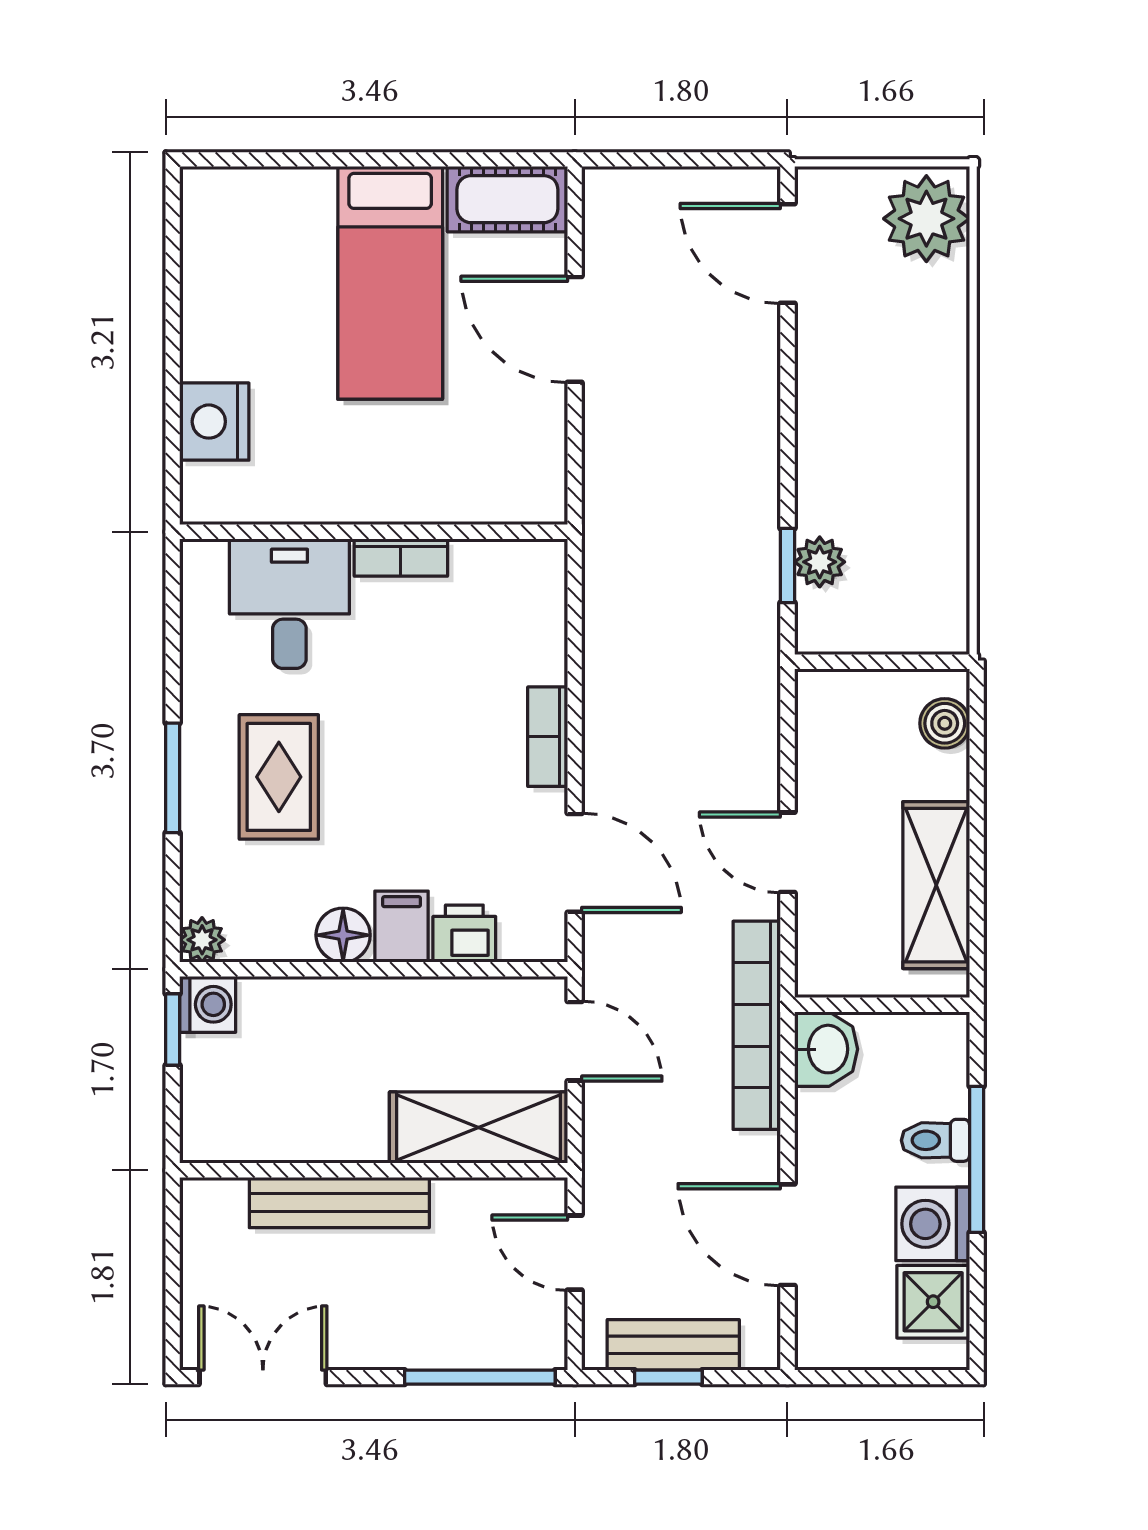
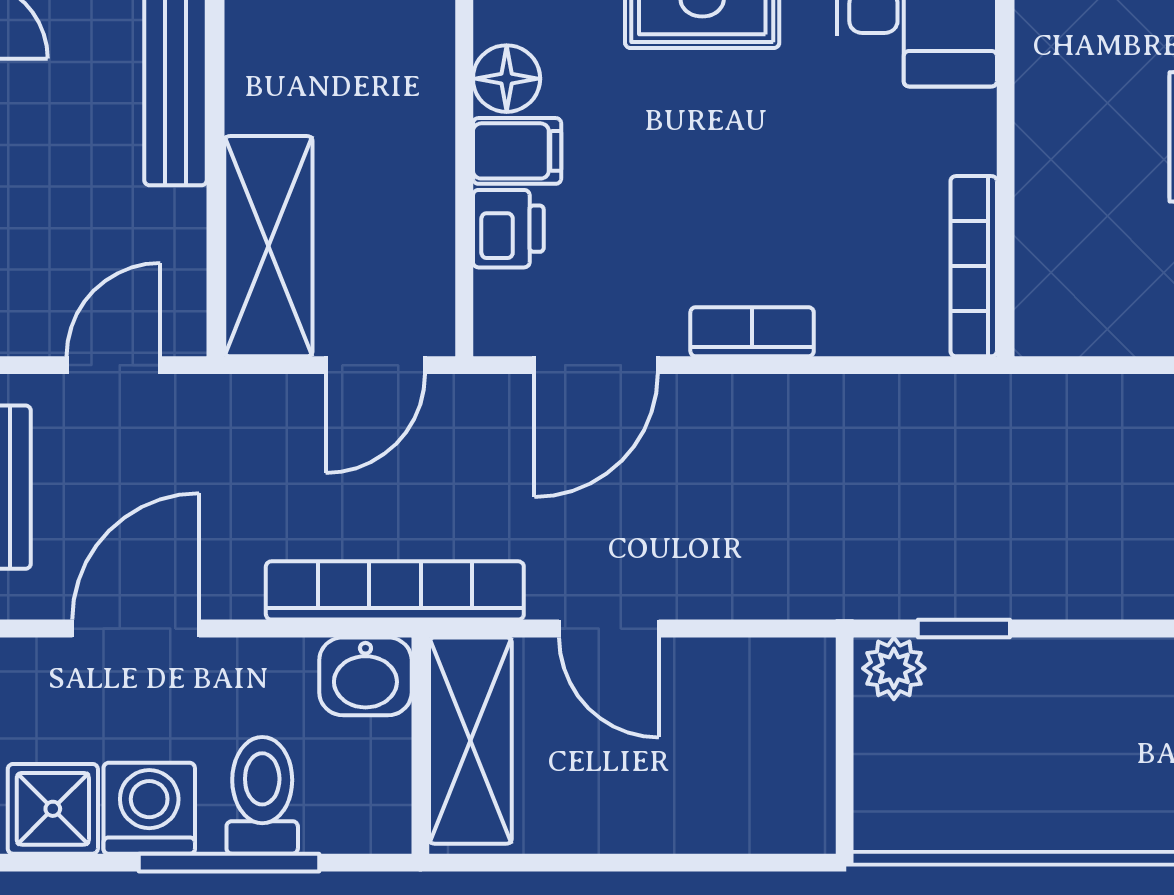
bookcase: (401, 558) -> (974, 266), moved, width x1.56
plant: (820, 562) -> (894, 668), moved
boiler: (945, 723) -> (769, 823), removed
door: (787, 852) -> (609, 629), swing flipped
shelving: (936, 885) -> (470, 741), moved, turned 90
toilet: (935, 1140) -> (262, 795), width x1.37, depth x1.39

